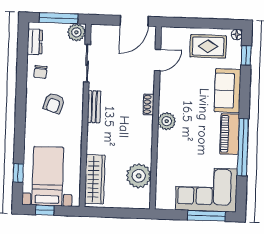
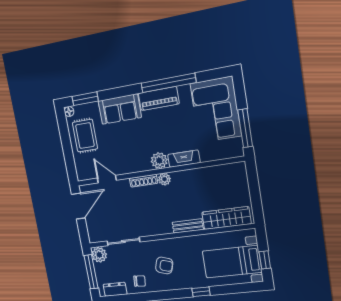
door: (134, 21) -> (78, 206), hinge flipped
window: (246, 56) -> (85, 99), width x1.50
shoe rack: (149, 104) -> (144, 181), width x1.43
bench: (94, 107) -> (188, 226), moved
fireplace: (164, 147) -> (184, 159), added
window: (18, 173) -> (201, 292), moved
plant: (139, 176) -> (164, 179), moved, width x0.53, depth x0.53
window: (206, 216) -> (245, 128), moved

